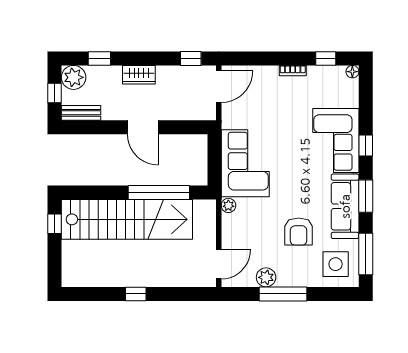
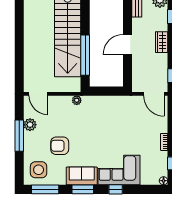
corner sofa: (245, 163) -> (104, 111), removed
sofa: (345, 206) -> (82, 176), width x0.73
window: (136, 294) -> (19, 40), removed

